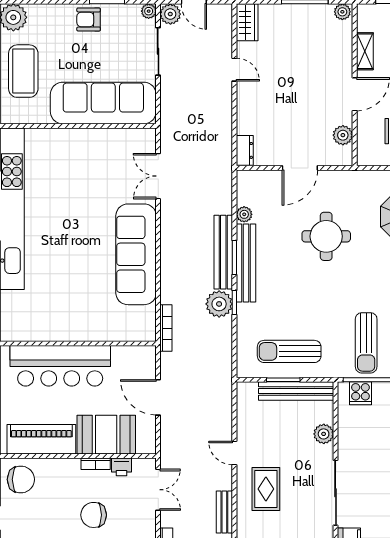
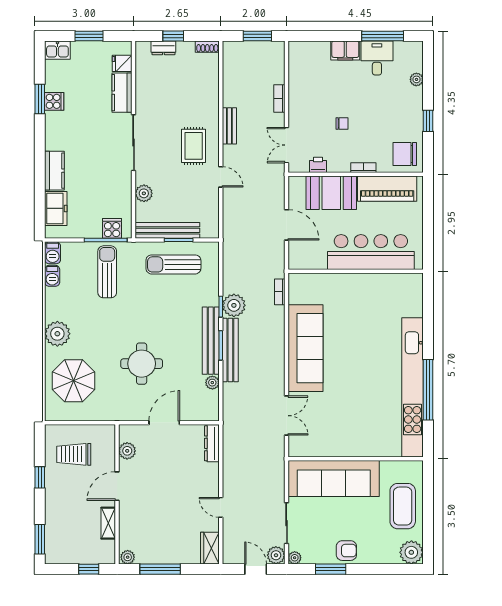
dresser: (245, 150) -> (212, 443), width x1.44
bookcase: (166, 328) -> (280, 292), width x0.64
sun lounger: (289, 351) -> (173, 264), turned 180
bookcase: (96, 464) -> (363, 168), moved
chair: (94, 515) -> (342, 123), width x0.54, depth x0.54

